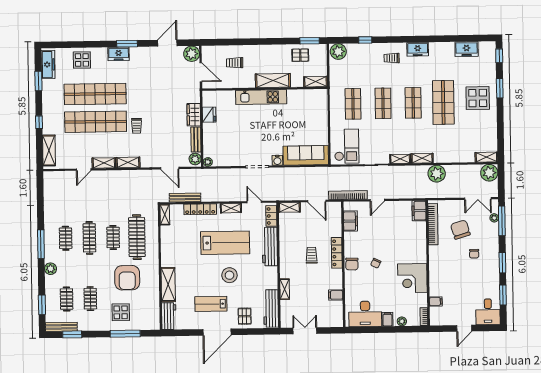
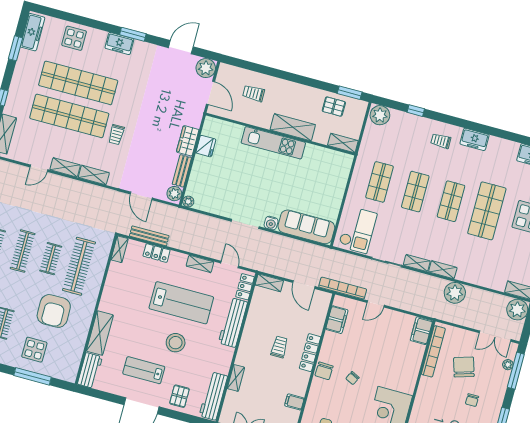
locker: (200, 209) -> (157, 253), width x0.66

